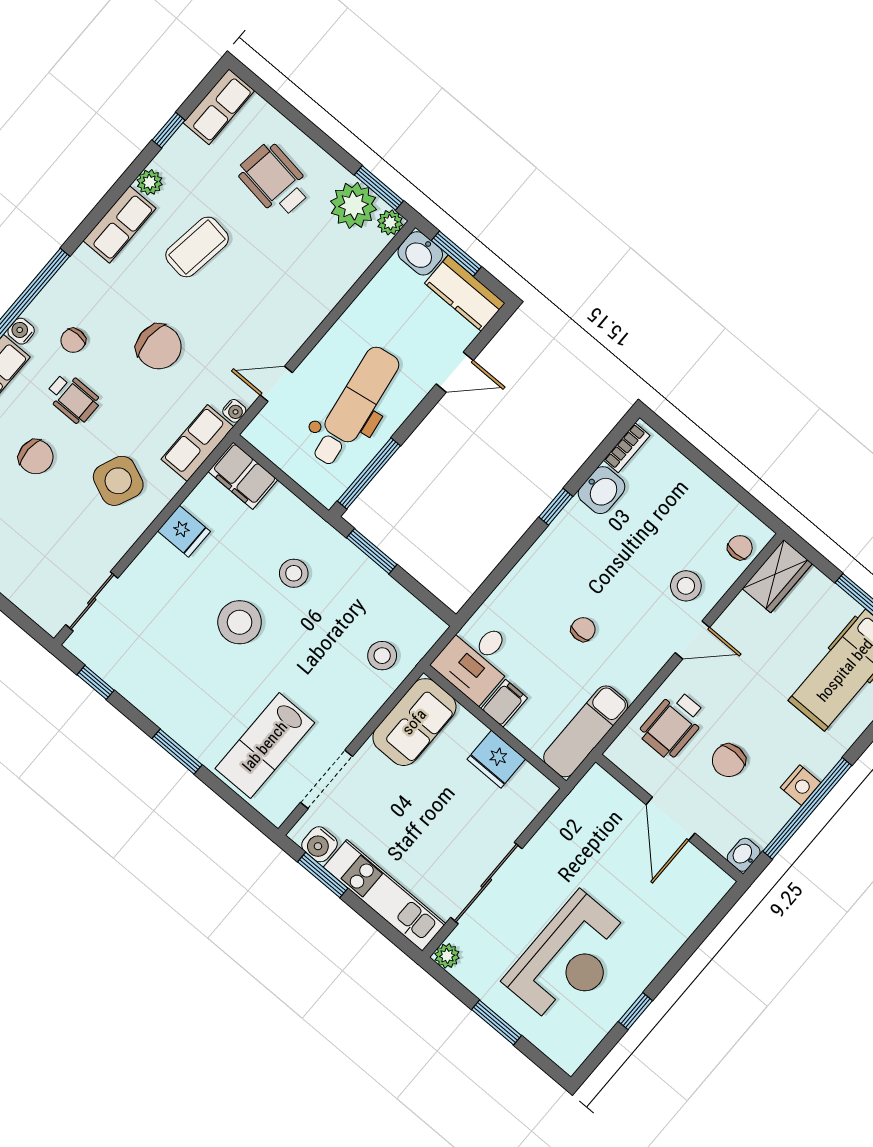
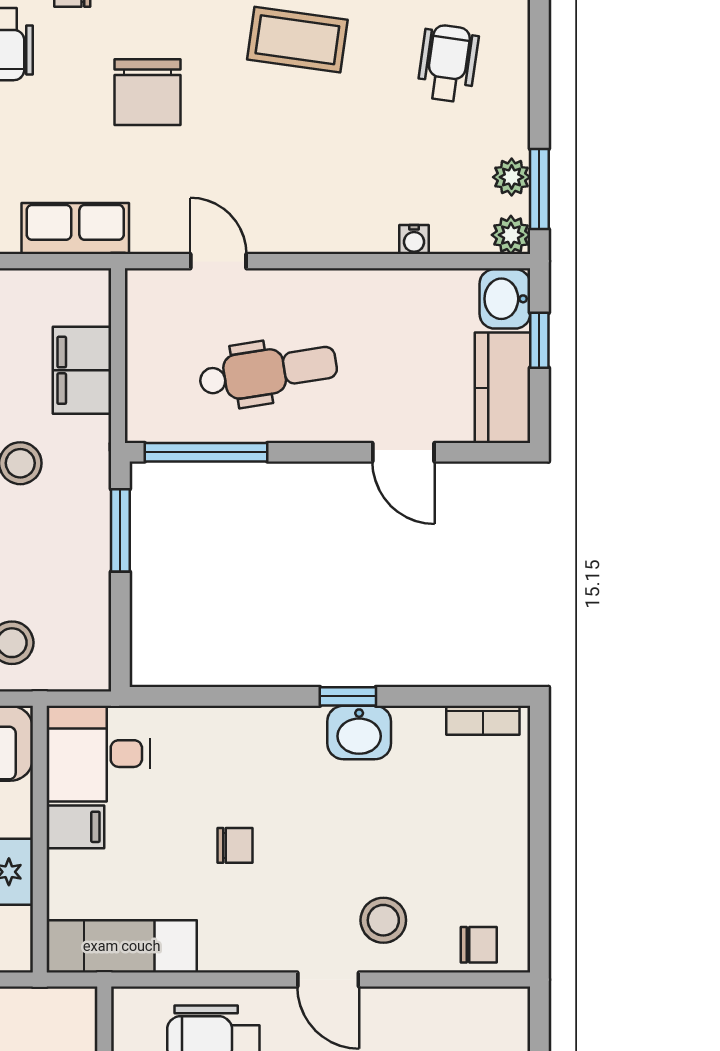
wheelchair: (275, 180) -> (448, 63), width x0.73, depth x0.73
plant: (354, 205) -> (512, 177), width x0.53, depth x0.53
window: (456, 254) -> (539, 340), width x0.67
dental chair: (355, 406) -> (268, 372), width x0.73, depth x0.72
water cooler: (234, 411) -> (414, 240), moved
filing cabinet: (243, 476) -> (82, 370), moved
washbasin: (602, 490) -> (359, 732), moved
wardrobe: (777, 576) -> (482, 1014), removed

